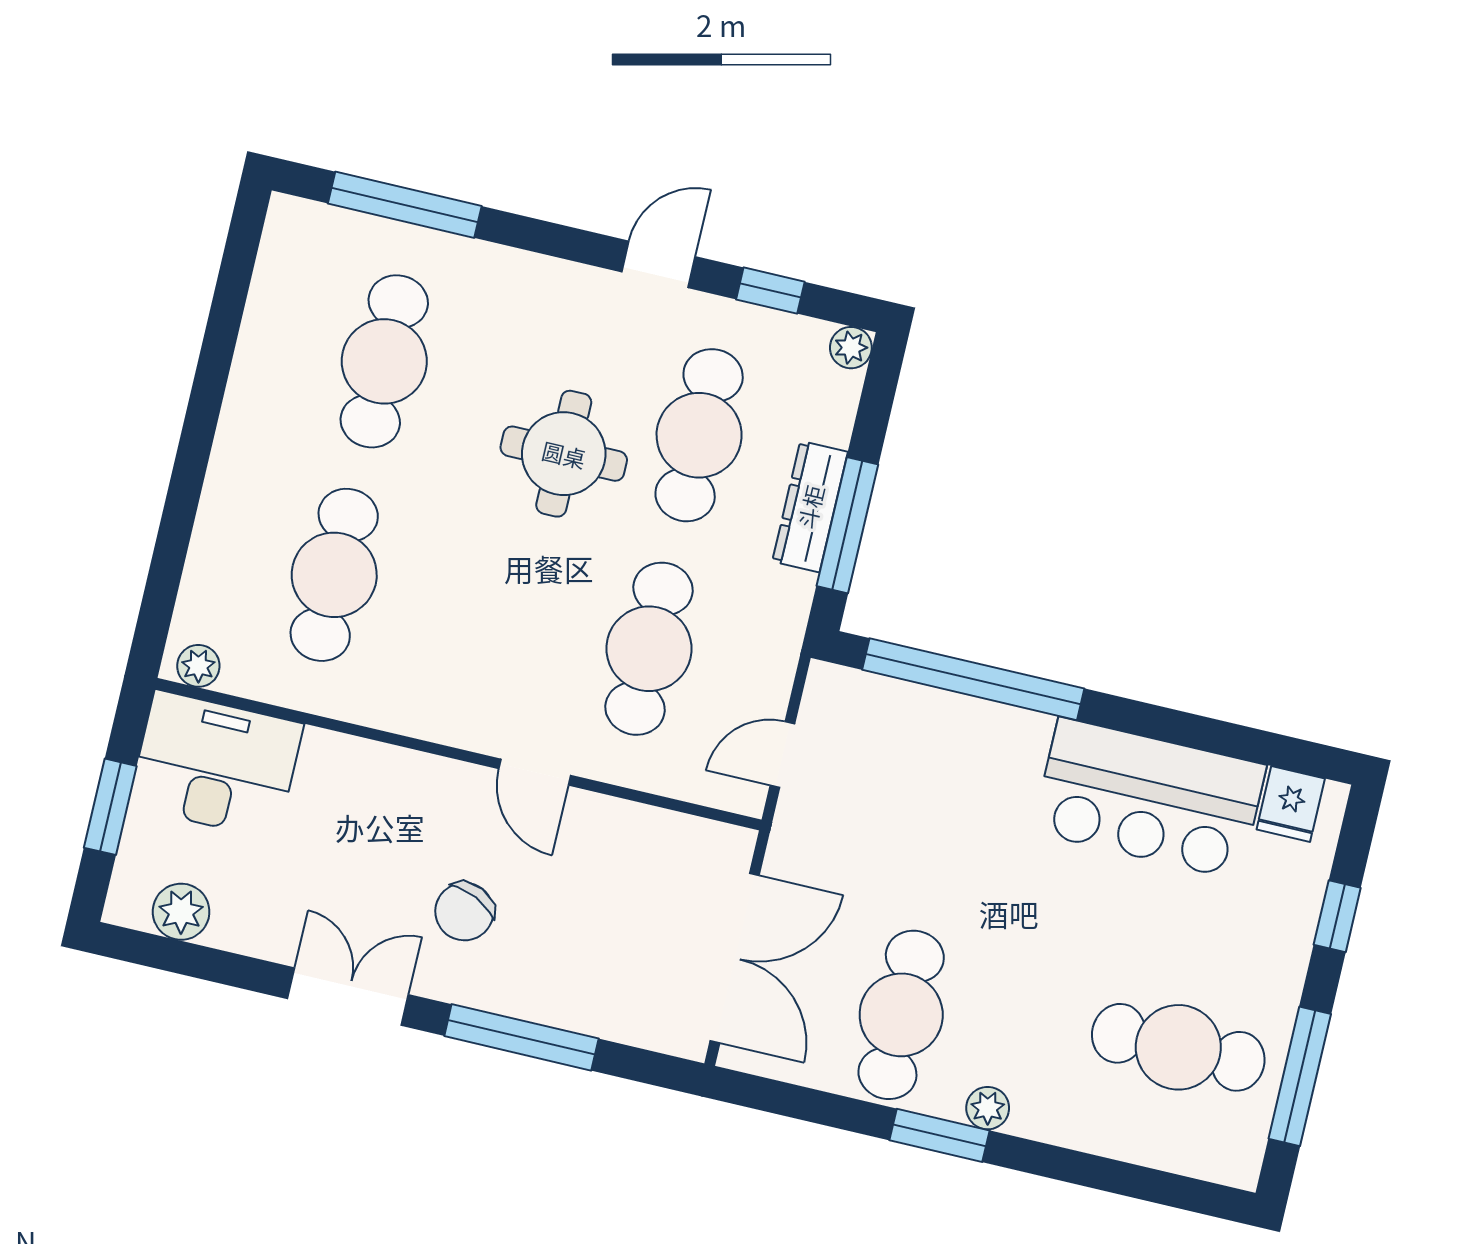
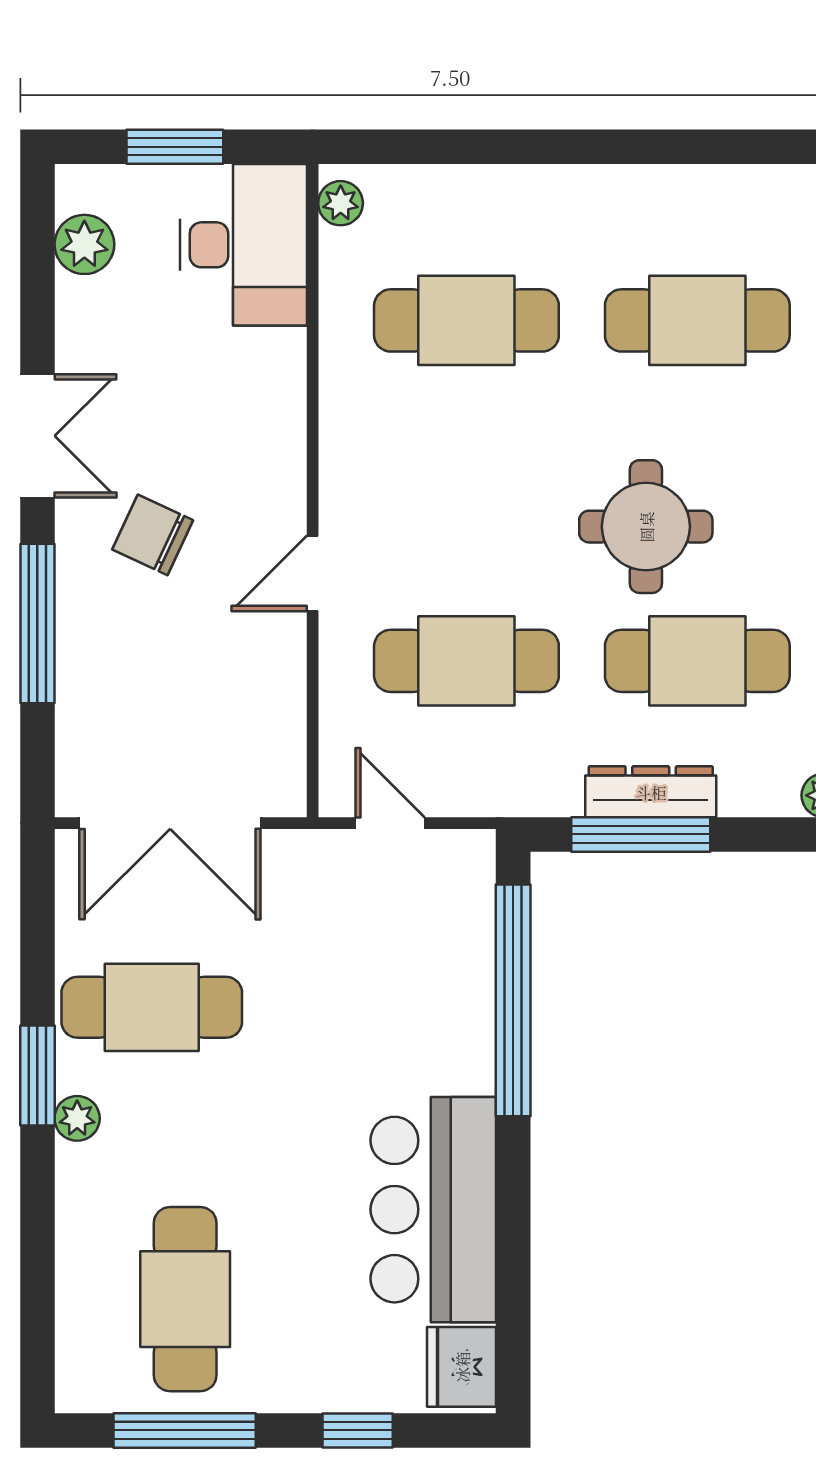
fridge: (1291, 804) -> (462, 1367), width x1.38

